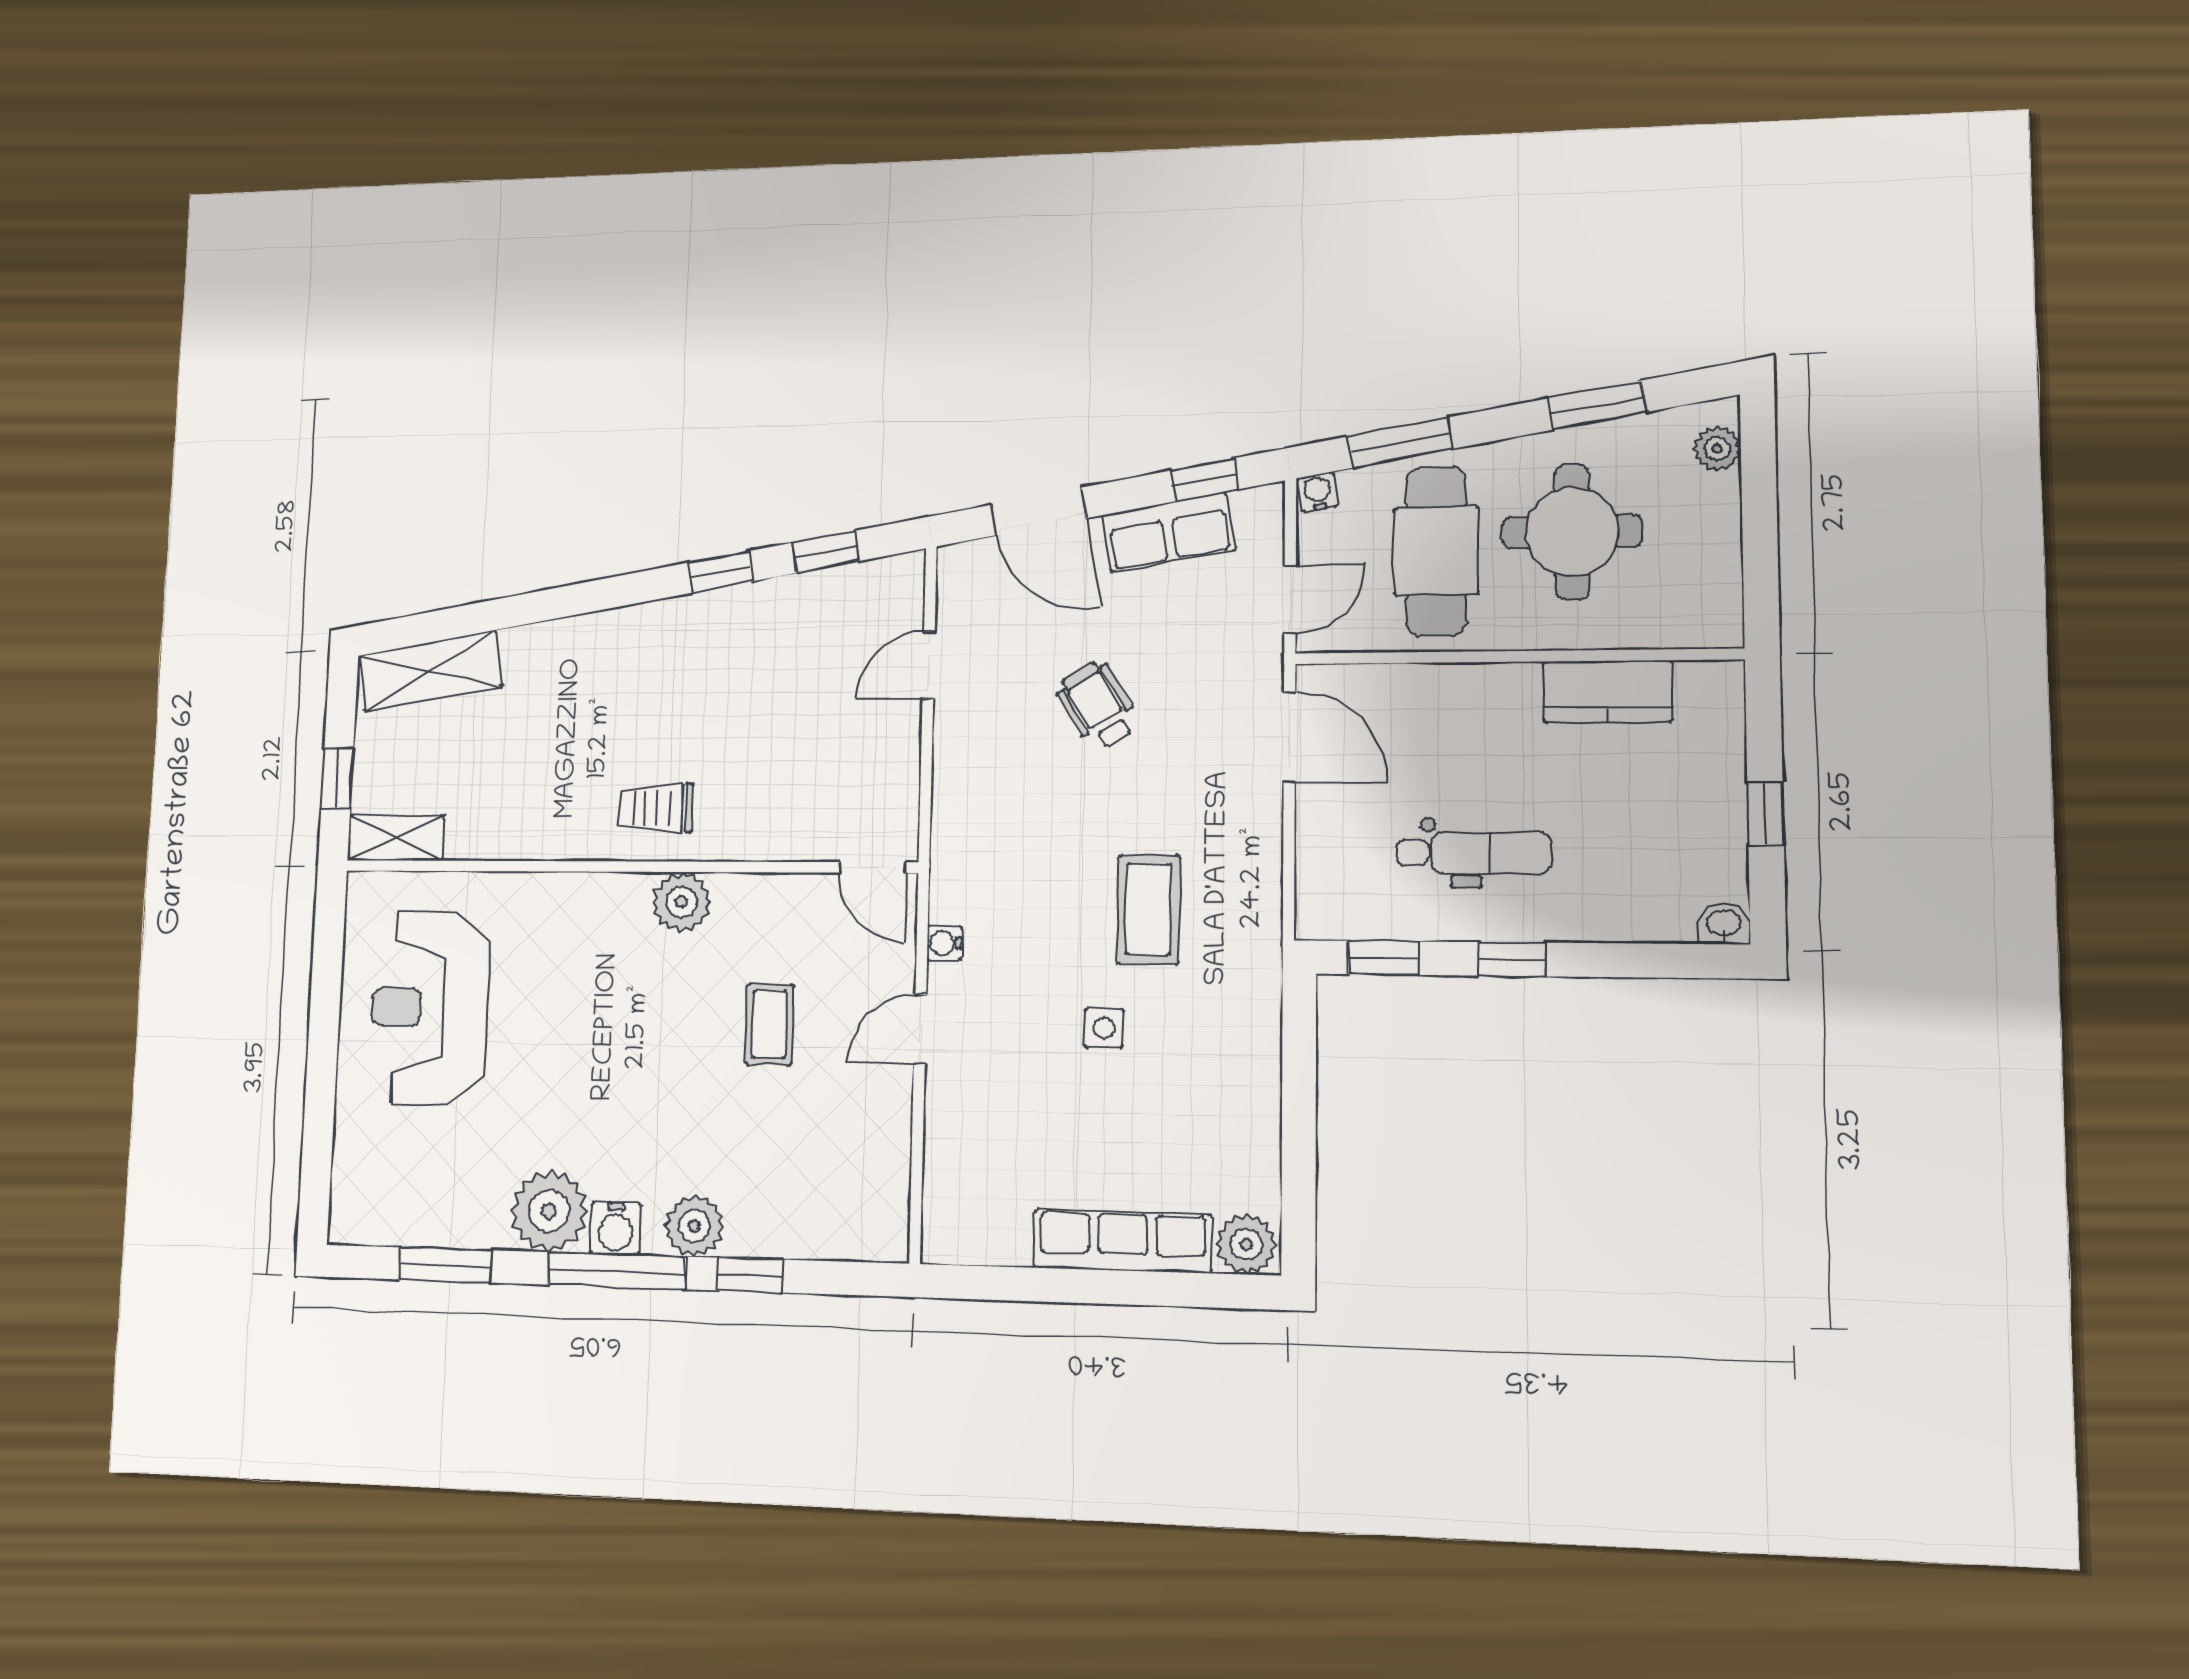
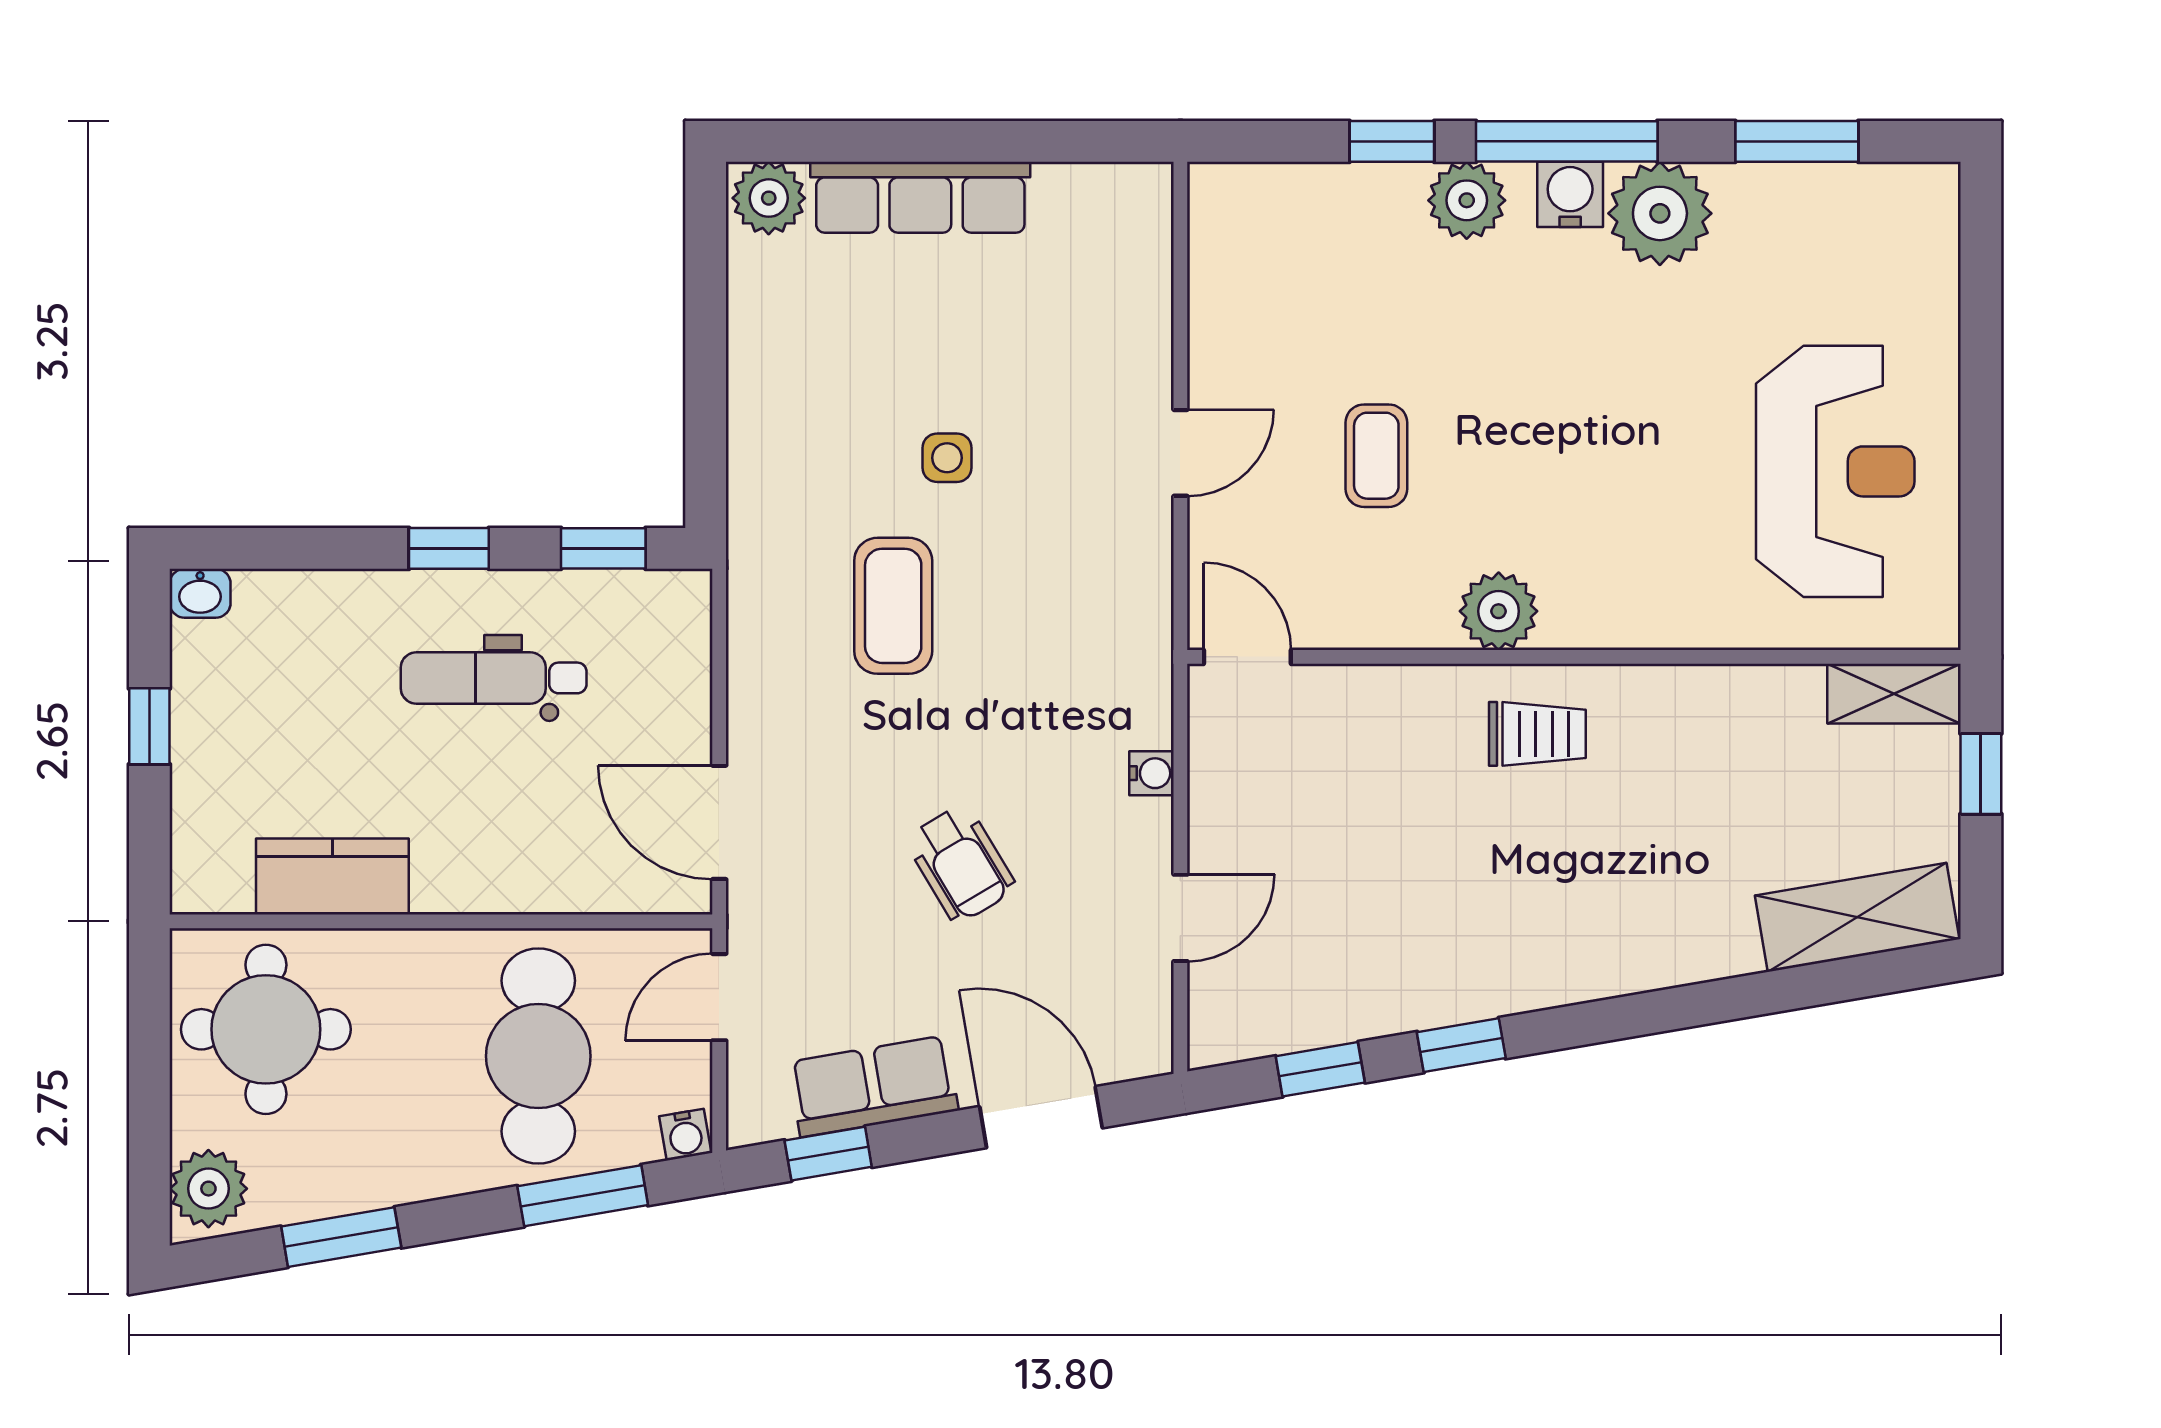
plant: (1717, 449) -> (208, 1189), width x1.38, depth x1.38
round table: (1572, 532) -> (266, 1029), moved
water cooler: (944, 943) -> (1152, 773), moved

